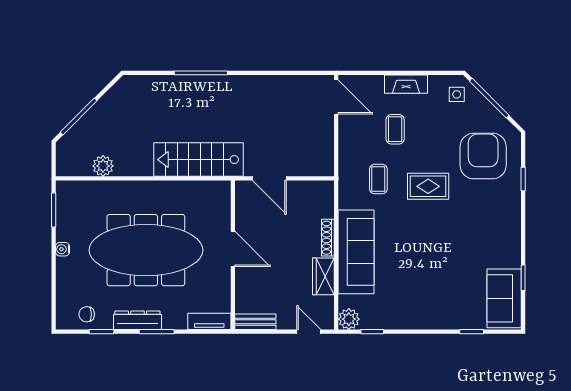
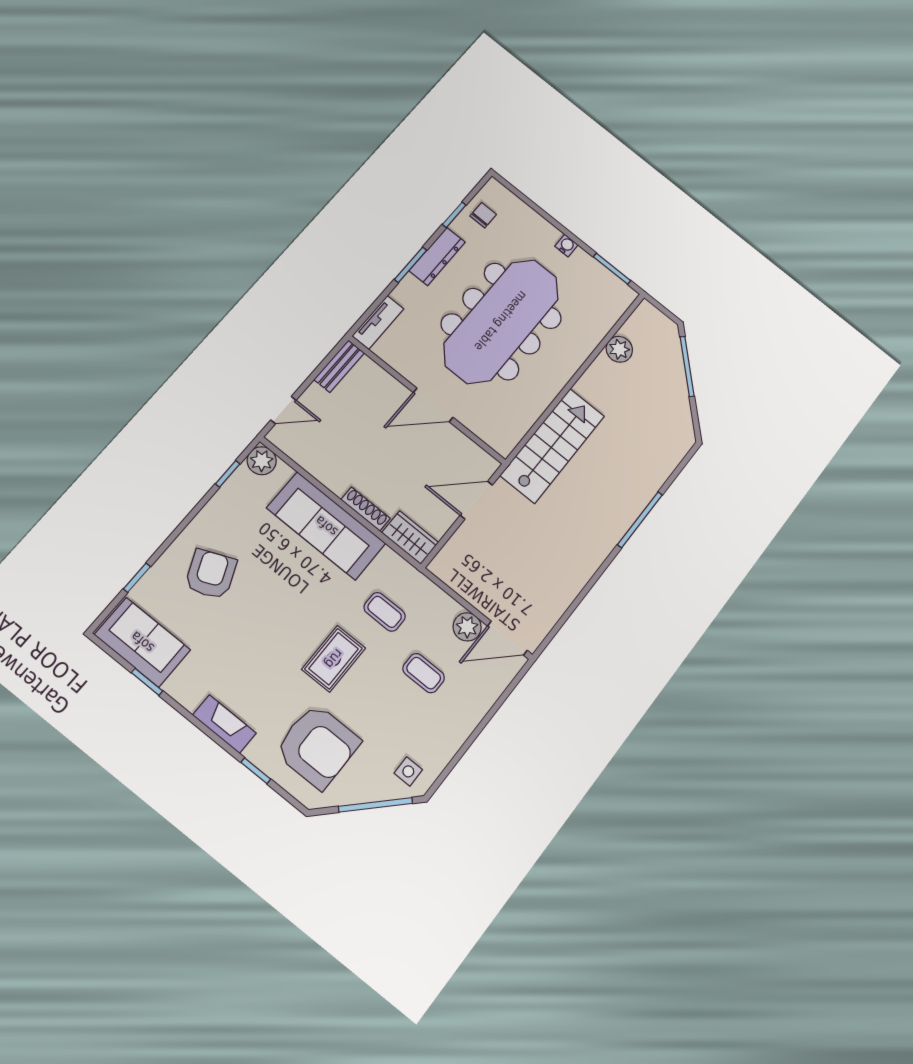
fireplace: (406, 84) -> (224, 724), moved, turned 90
plant: (349, 125) -> (467, 627), added
wardrobe: (323, 276) -> (410, 538), moved
armchair: (437, 293) -> (211, 574), added

